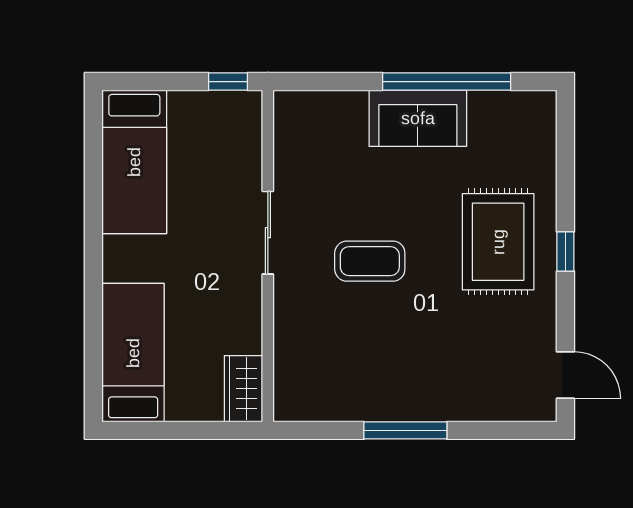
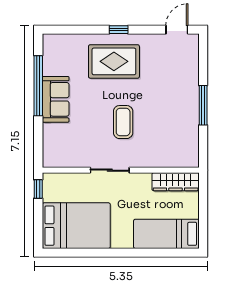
bed: (134, 162) -> (76, 226), width x1.50
wardrobe: (244, 389) -> (176, 182), width x1.50

